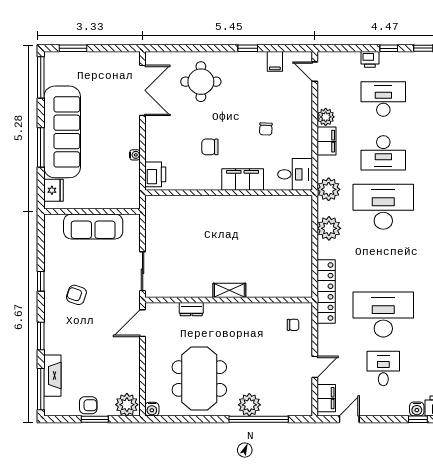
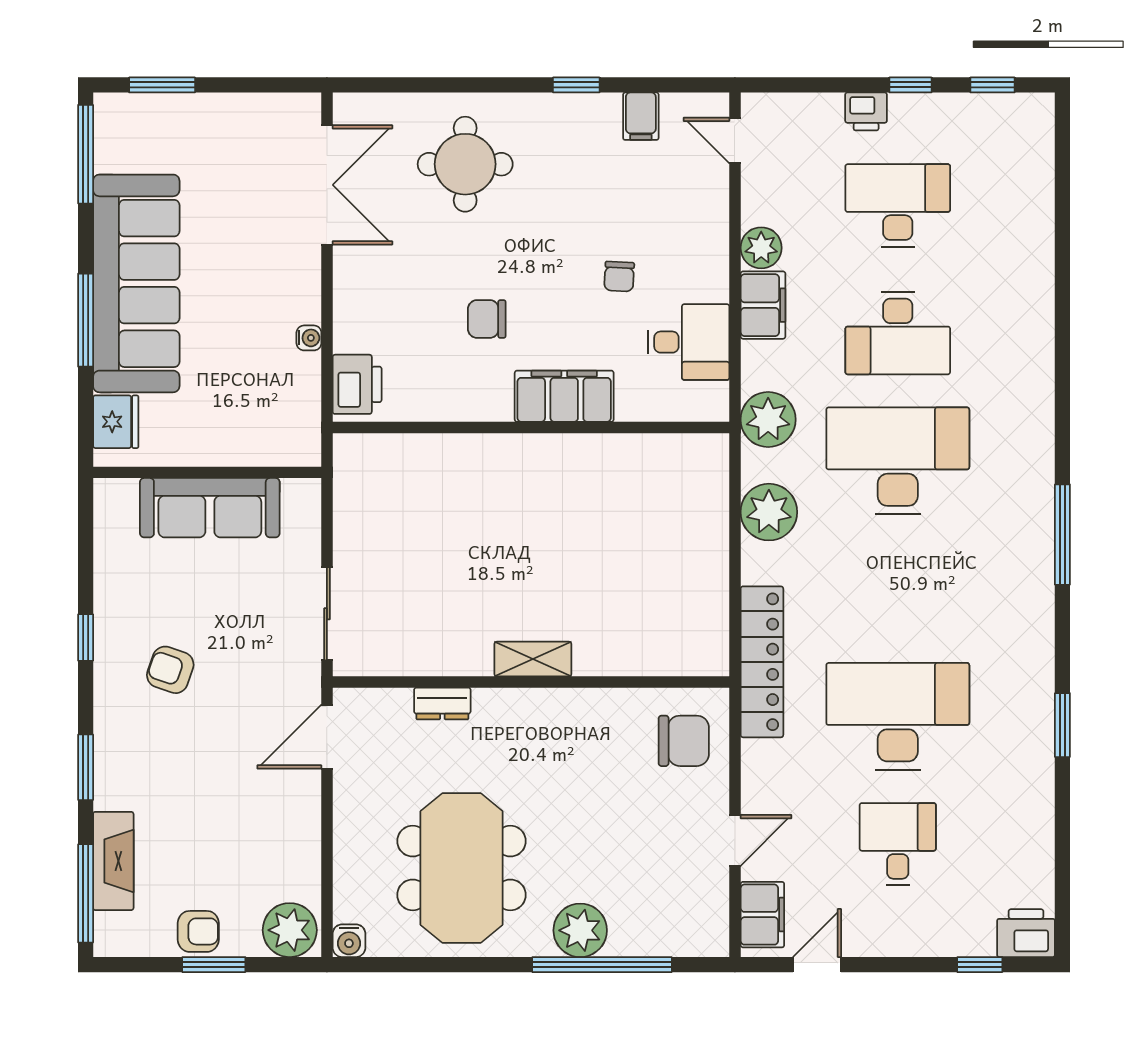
desk: (295, 174) -> (688, 342), moved
chair: (293, 325) -> (684, 741), width x1.87, depth x1.87
water cooler: (417, 409) -> (977, 940), removed

